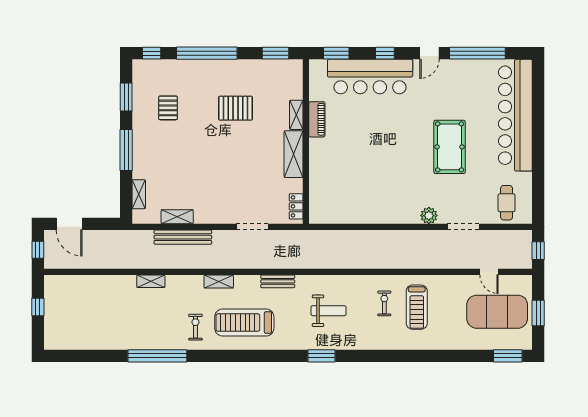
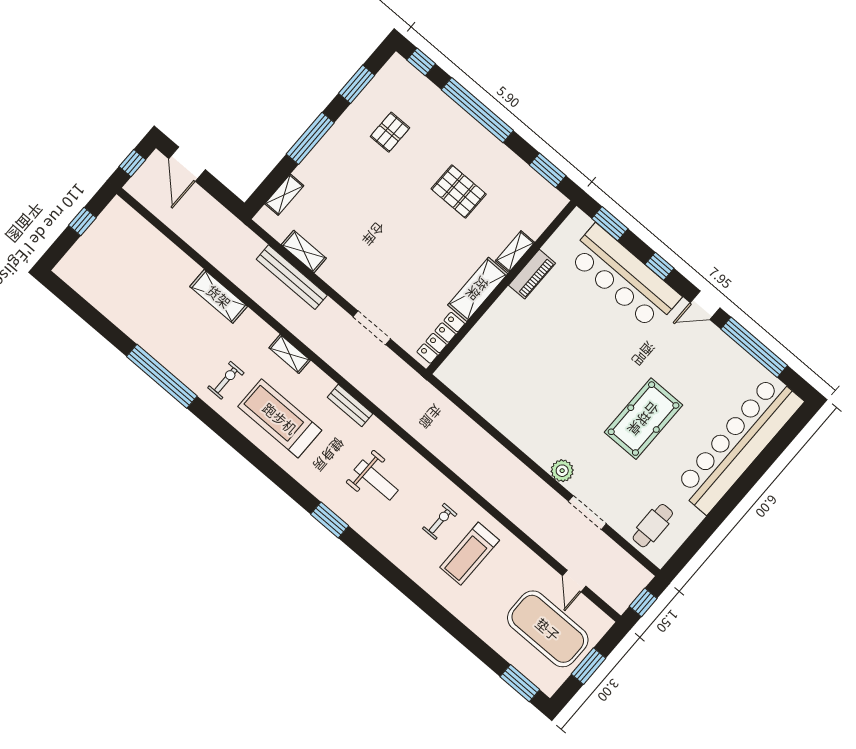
locker: (296, 206) -> (441, 338), width x1.53
shelving: (151, 281) -> (219, 296), width x1.50, depth x1.33

